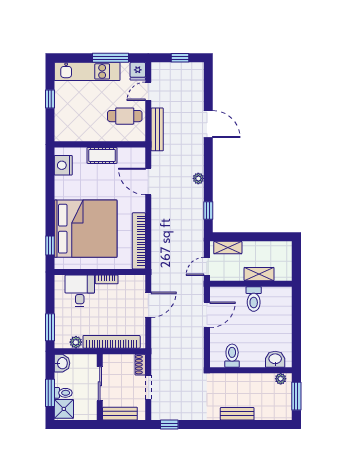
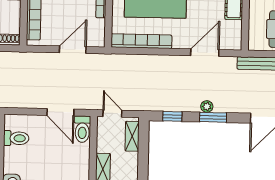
window: (208, 172) -> (213, 117), added
toilet: (254, 299) -> (82, 129), moved, turned -90
door: (148, 305) -> (73, 50), swing flipped

